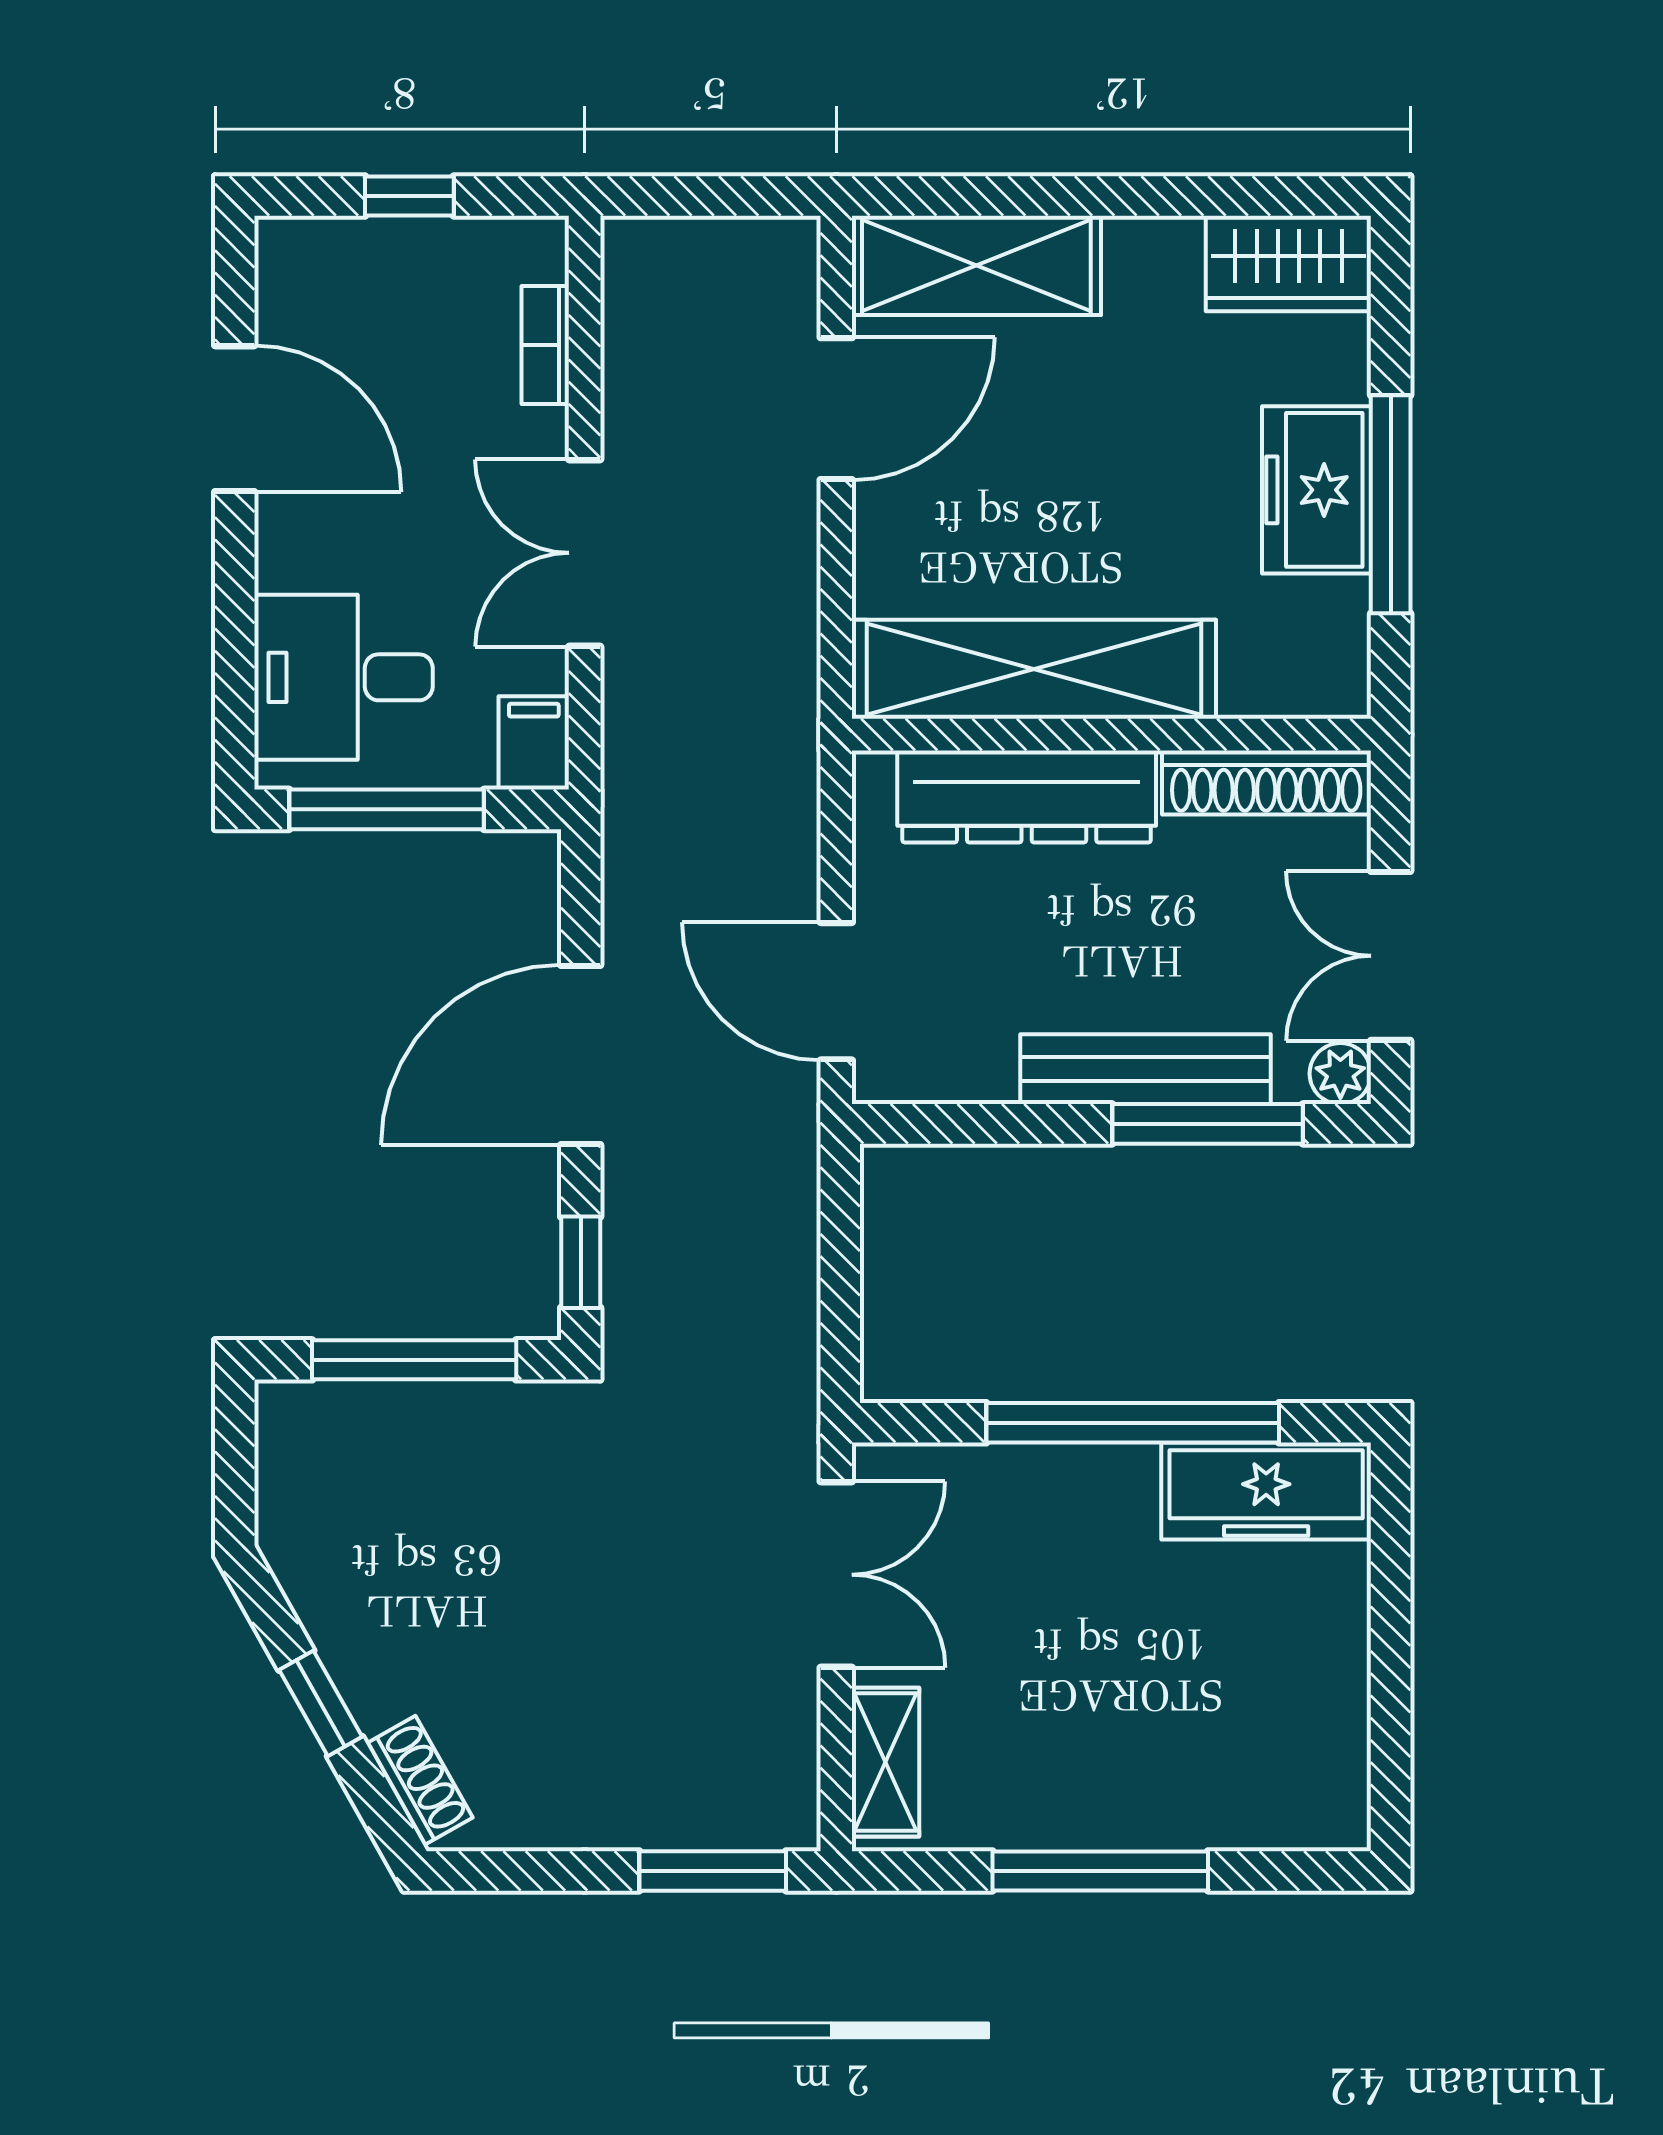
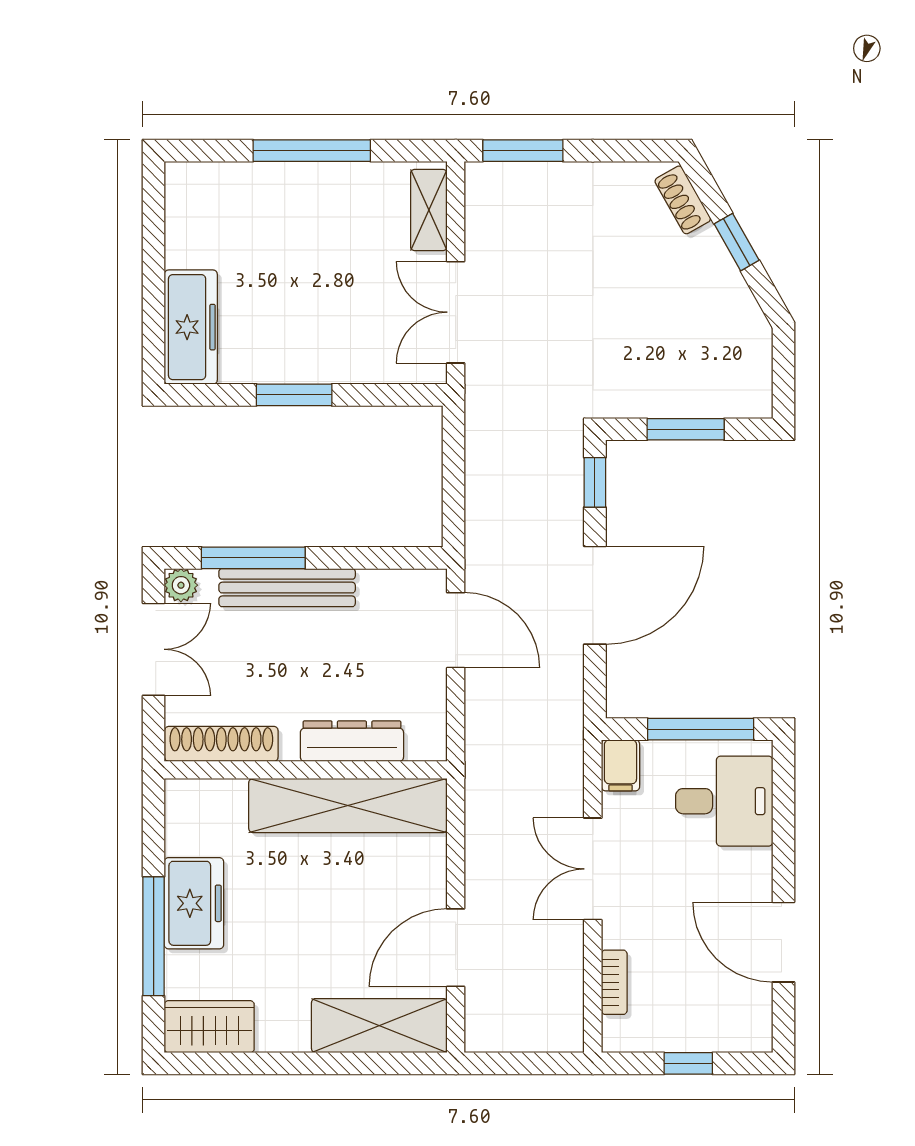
window: (1391, 504) -> (154, 936), moved
double door: (585, 553) -> (593, 869), swing flipped
dresser: (1027, 796) -> (352, 741), width x0.73, depth x0.80
window: (414, 1360) -> (686, 429), width x0.69
window: (1133, 1423) -> (294, 395), width x0.47
freezer: (1266, 1491) -> (191, 327), moved, turned 90

